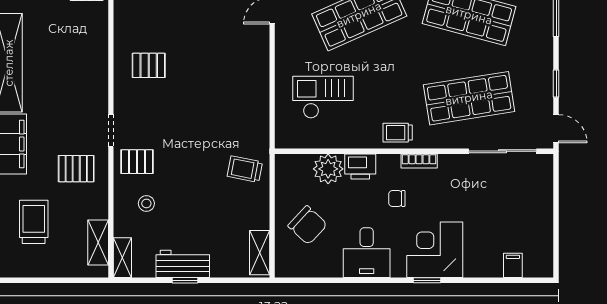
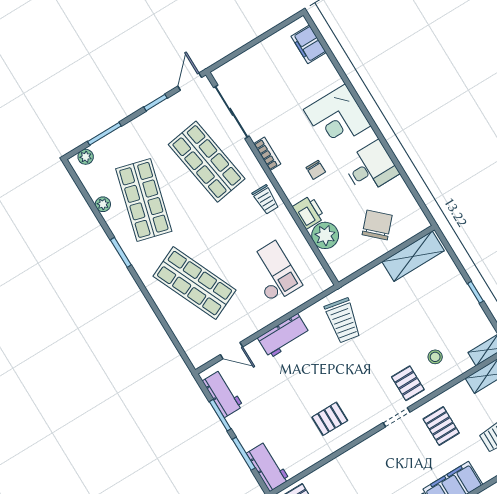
pallet: (149, 65) -> (330, 419), turned 90
checkout: (323, 97) -> (273, 272), turned 180
bookcase: (419, 161) -> (267, 154), moved
trolley: (245, 169) -> (343, 321), moved, width x1.36, depth x1.39
shelving: (260, 253) -> (413, 256), width x1.50, depth x1.33
workbench: (183, 264) -> (284, 336), moved, turned -90
filing cabinet: (513, 265) -> (309, 44), width x2.00
window: (427, 280) -> (364, 109), removed

